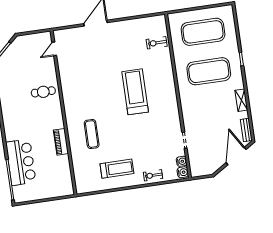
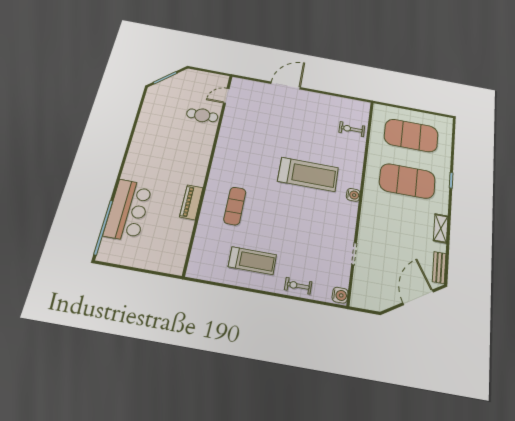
cafe table: (43, 92) -> (202, 115), moved
treadmill: (135, 92) -> (308, 174), turned 90
water cooler: (182, 161) -> (353, 195), moved

